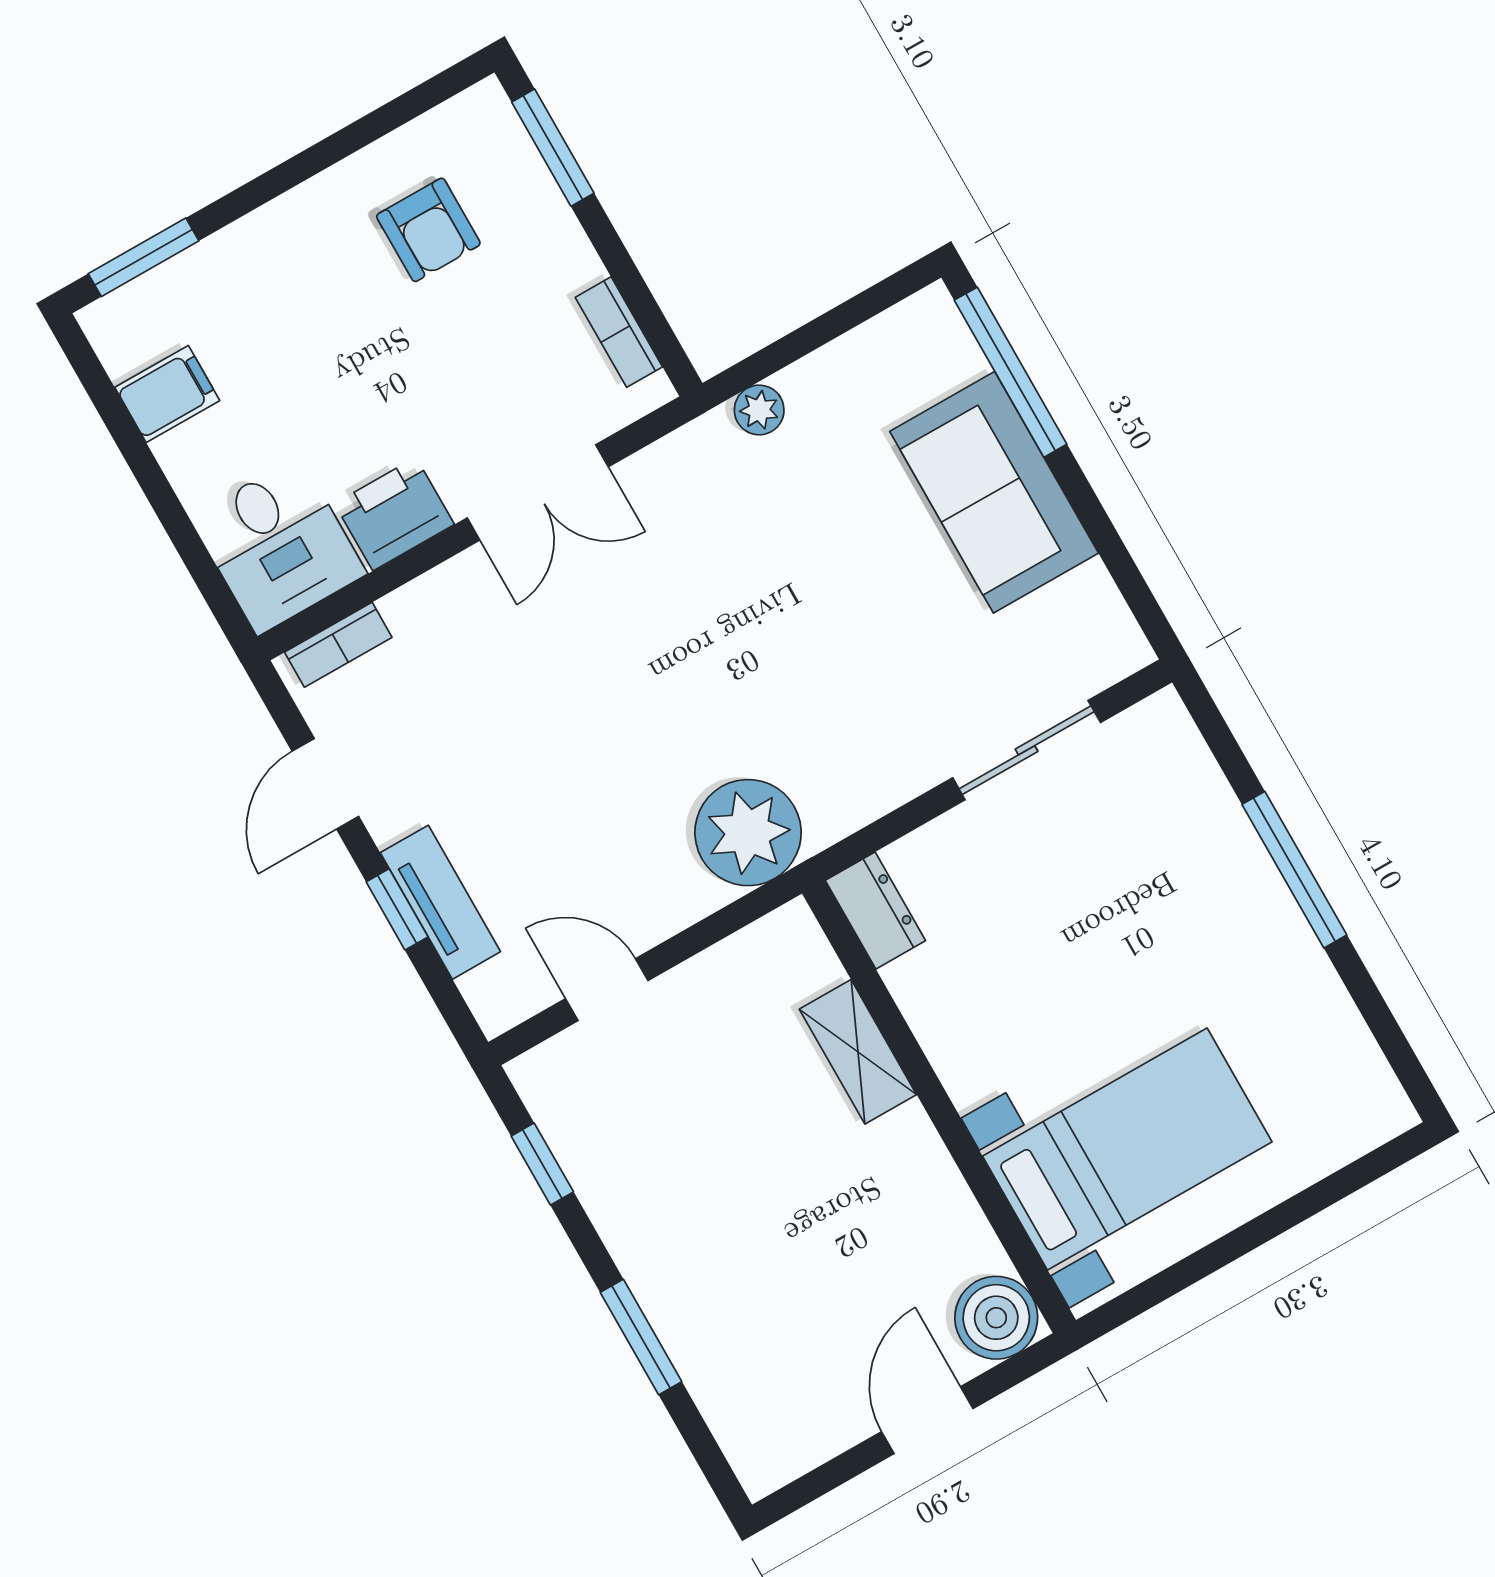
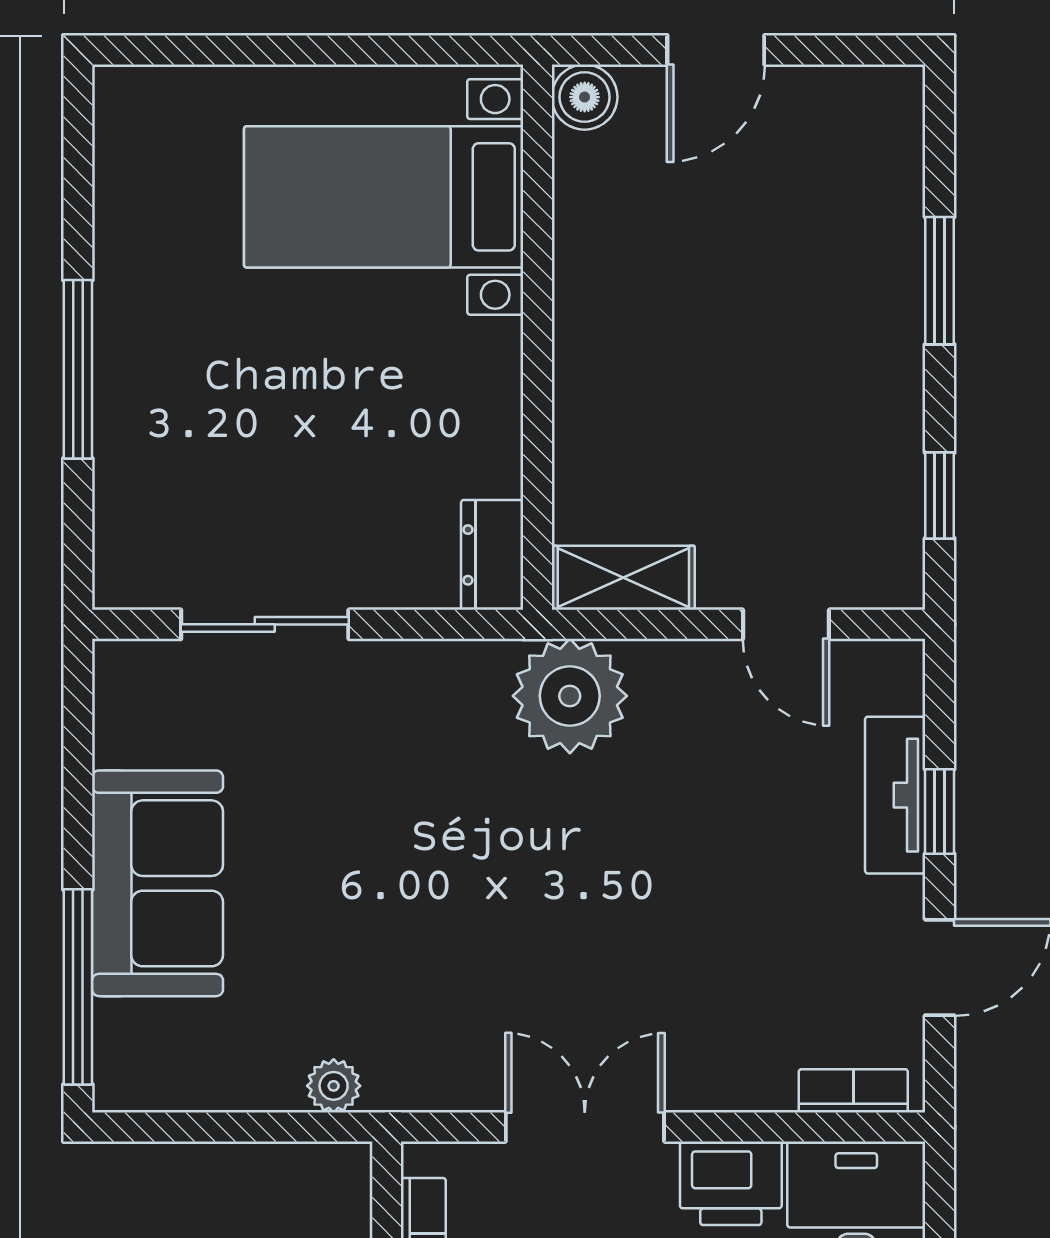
shelving: (858, 1052) -> (623, 578), moved, turned 90
boiler: (996, 1318) -> (585, 97), width x0.73, depth x0.73

